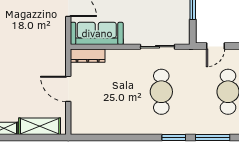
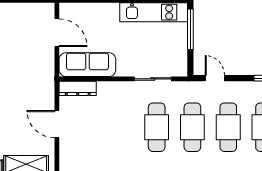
door: (216, 46) -> (215, 78), swing flipped
cafe table: (195, 92) -> (192, 127), added

